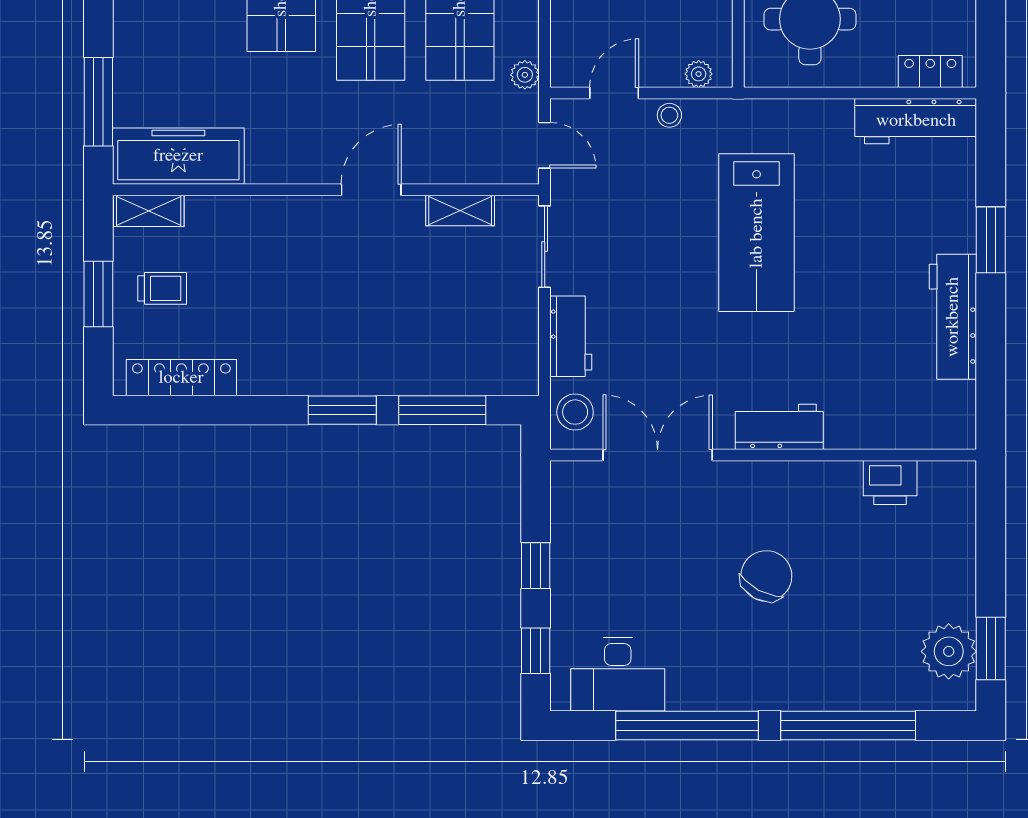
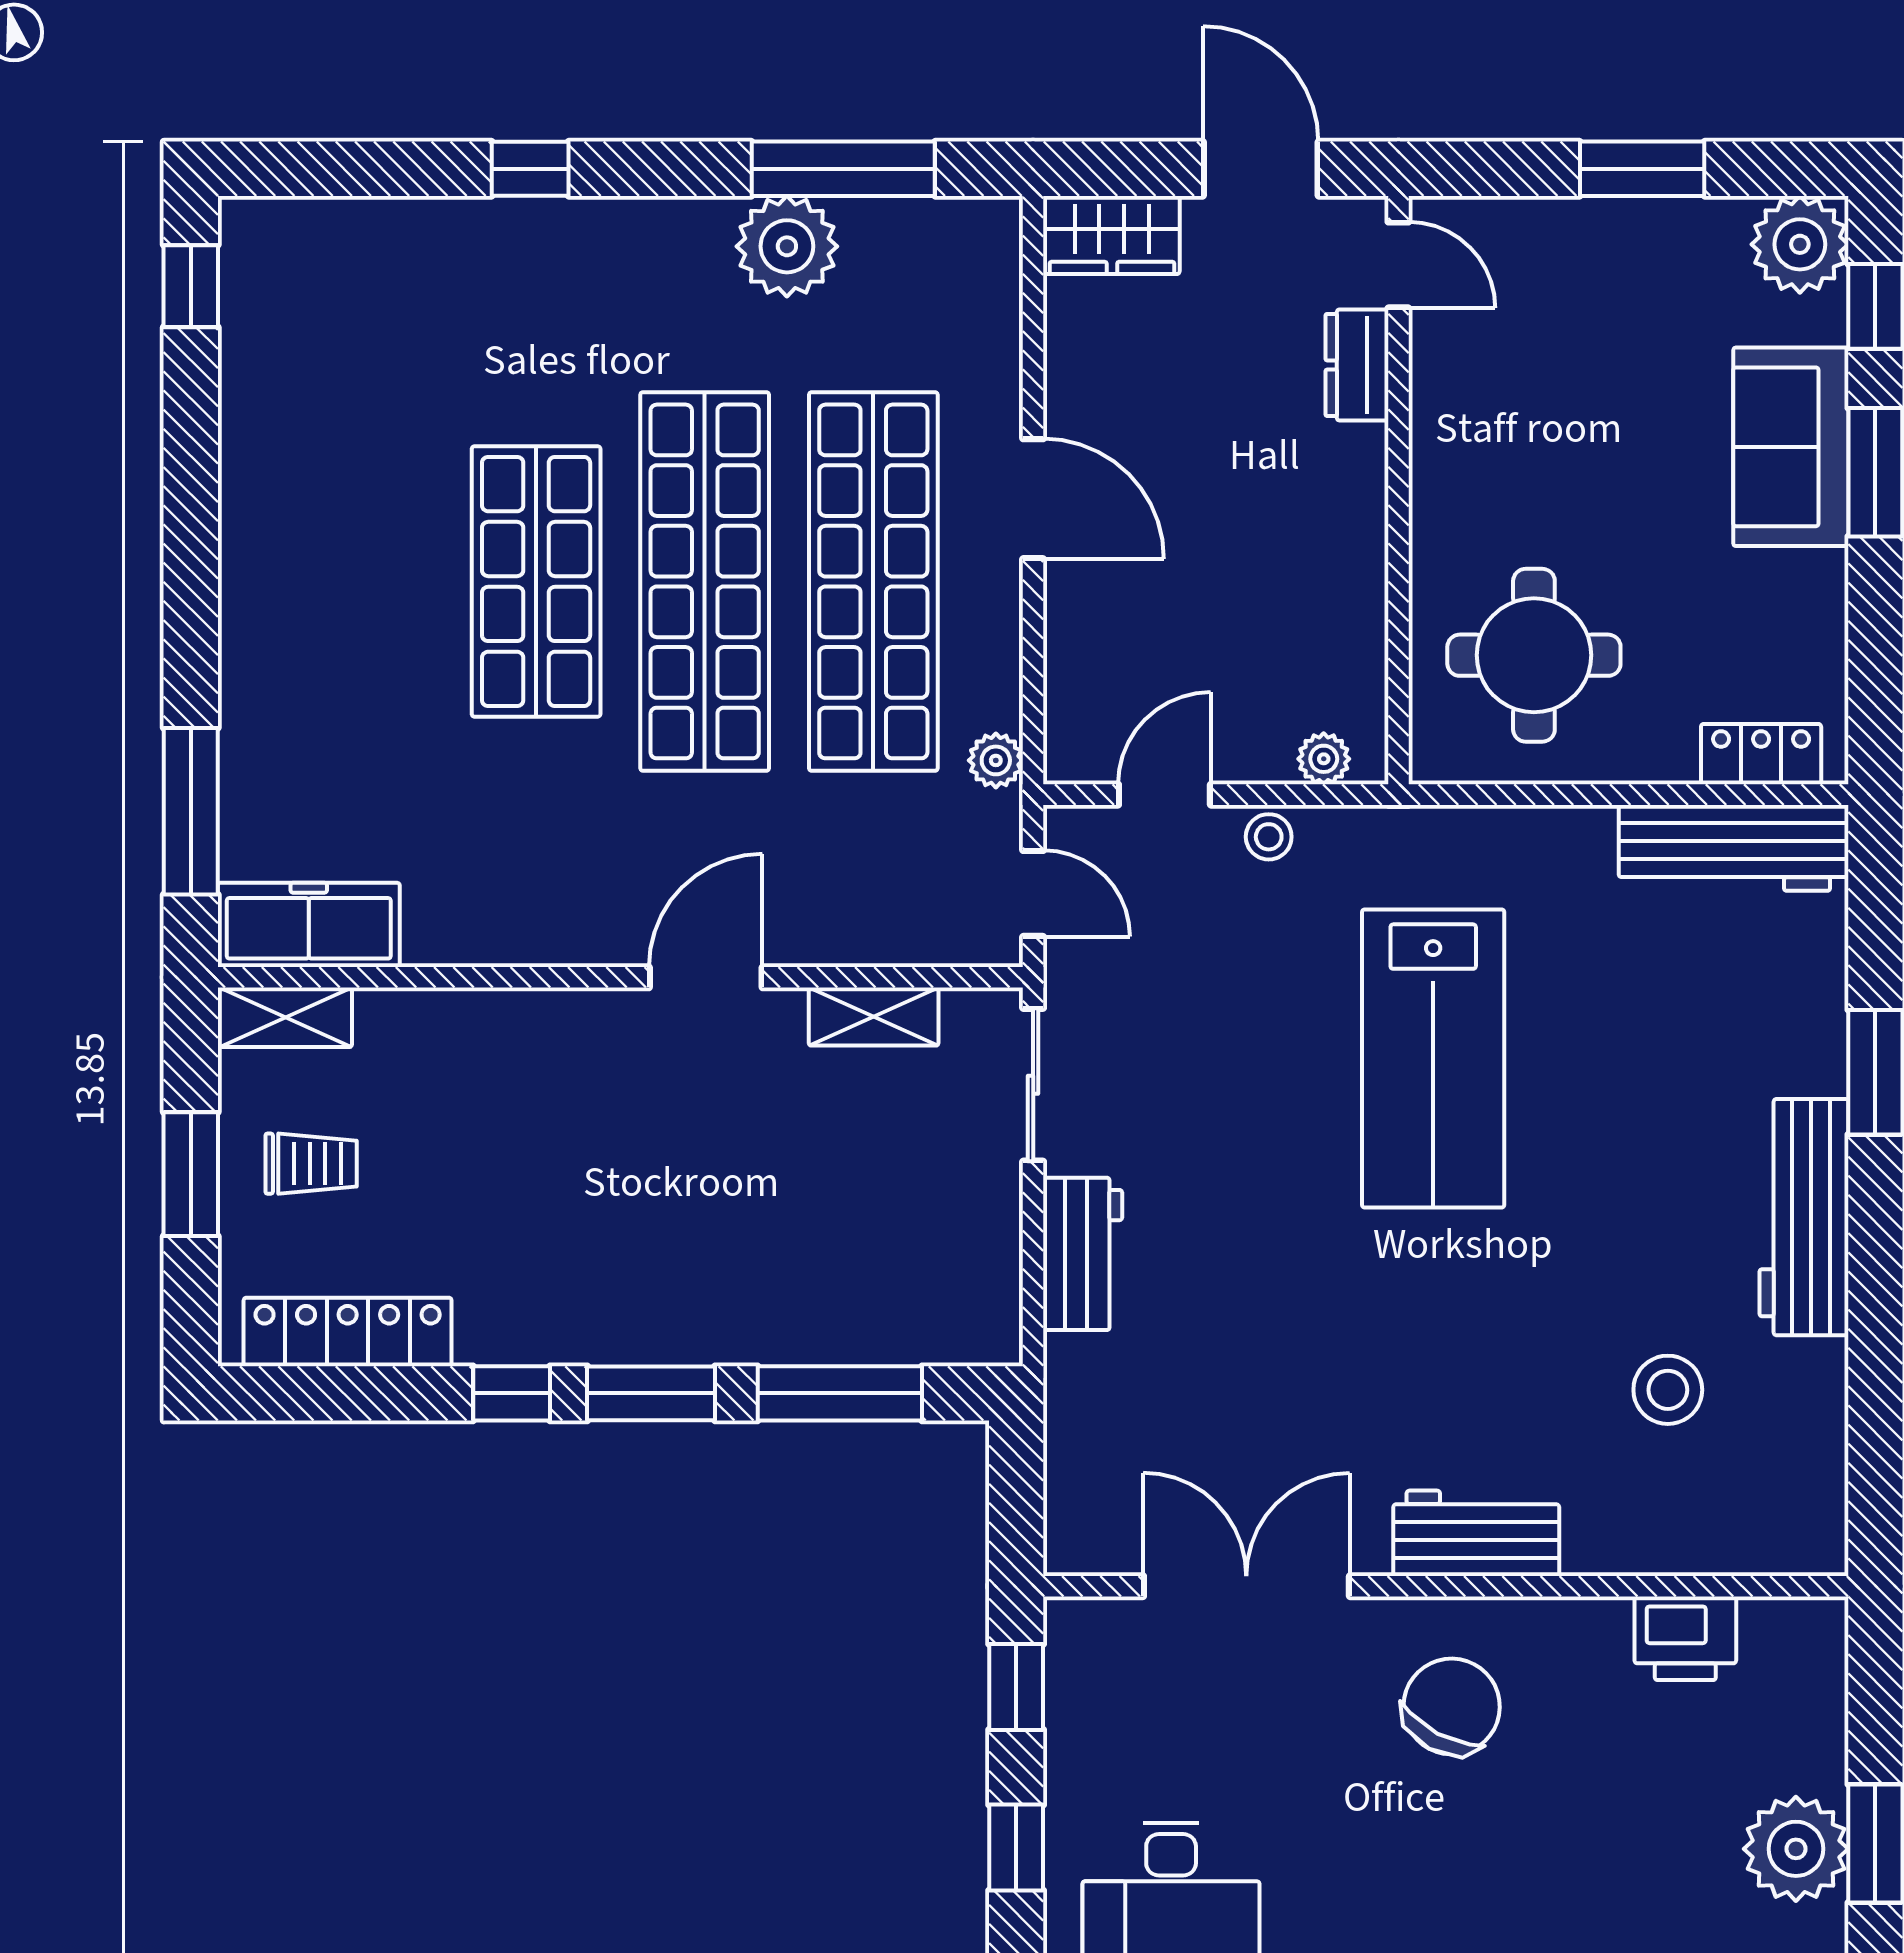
freezer: (178, 156) -> (309, 925), width x0.73, depth x0.79
window: (268, 410) -> (512, 1393), added
stool: (575, 412) -> (1668, 1390), moved
workbench: (779, 427) -> (1476, 1533), moved
double door: (658, 455) -> (1246, 1586), moved
wall: (763, 455) -> (1446, 1586), moved
printer: (890, 482) -> (1685, 1638), moved

